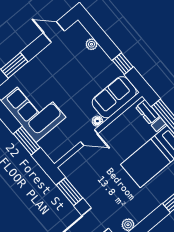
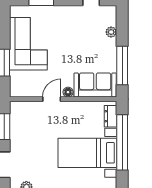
window: (123, 64) -> (122, 66), width x2.17
door: (89, 138) -> (52, 99), swing flipped

